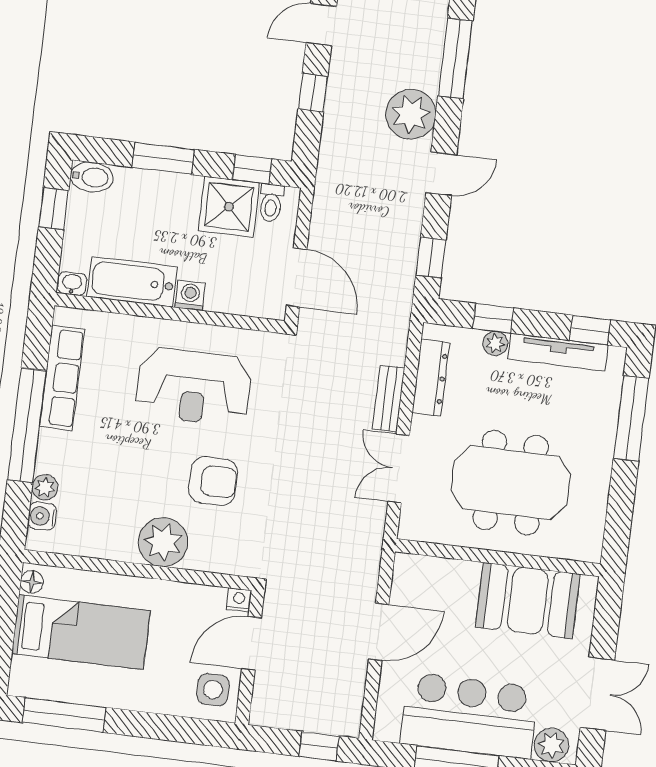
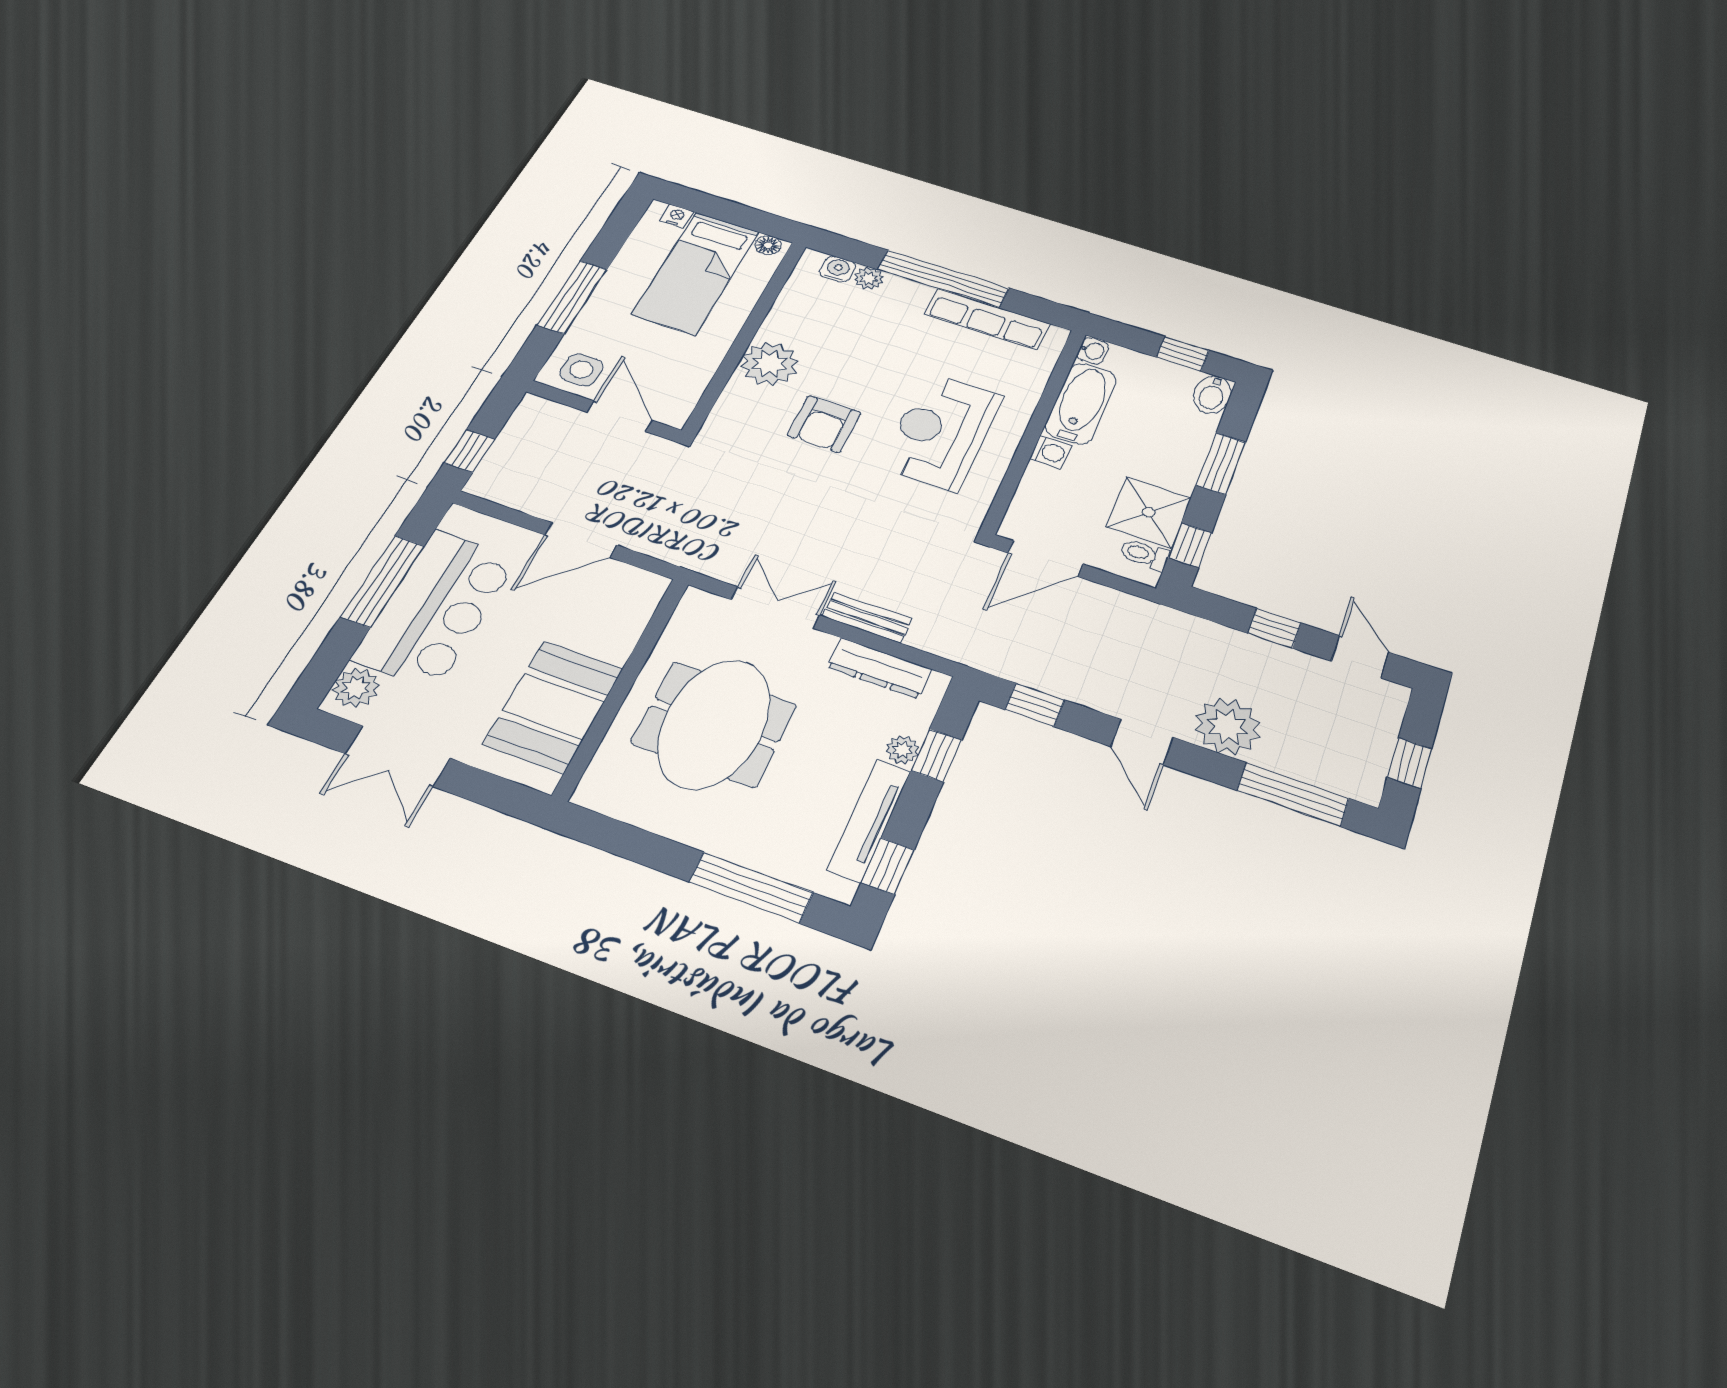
nightstand: (239, 600) -> (676, 216), moved, turned -90
door: (379, 632) -> (581, 540), hinge flipped
window: (64, 715) -> (572, 297), moved

